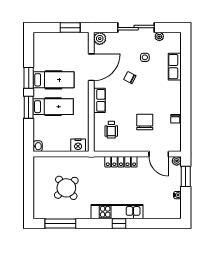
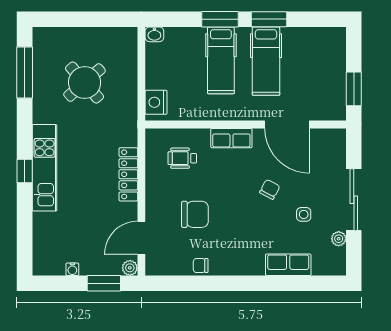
plant: (100, 39) -> (335, 139), removed

